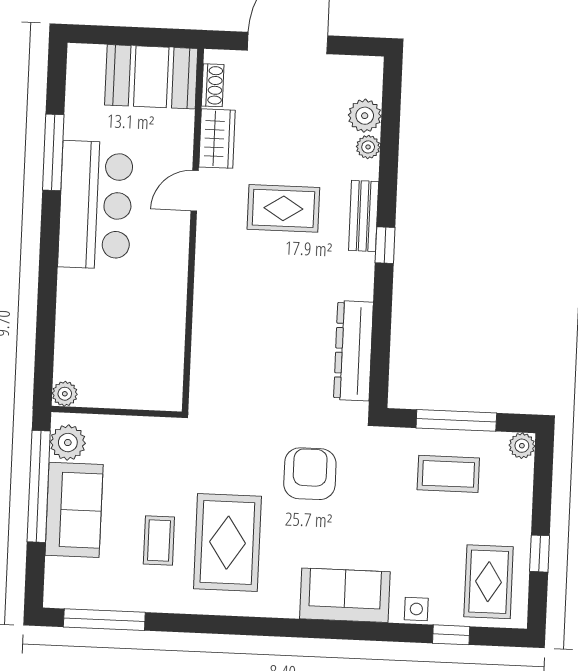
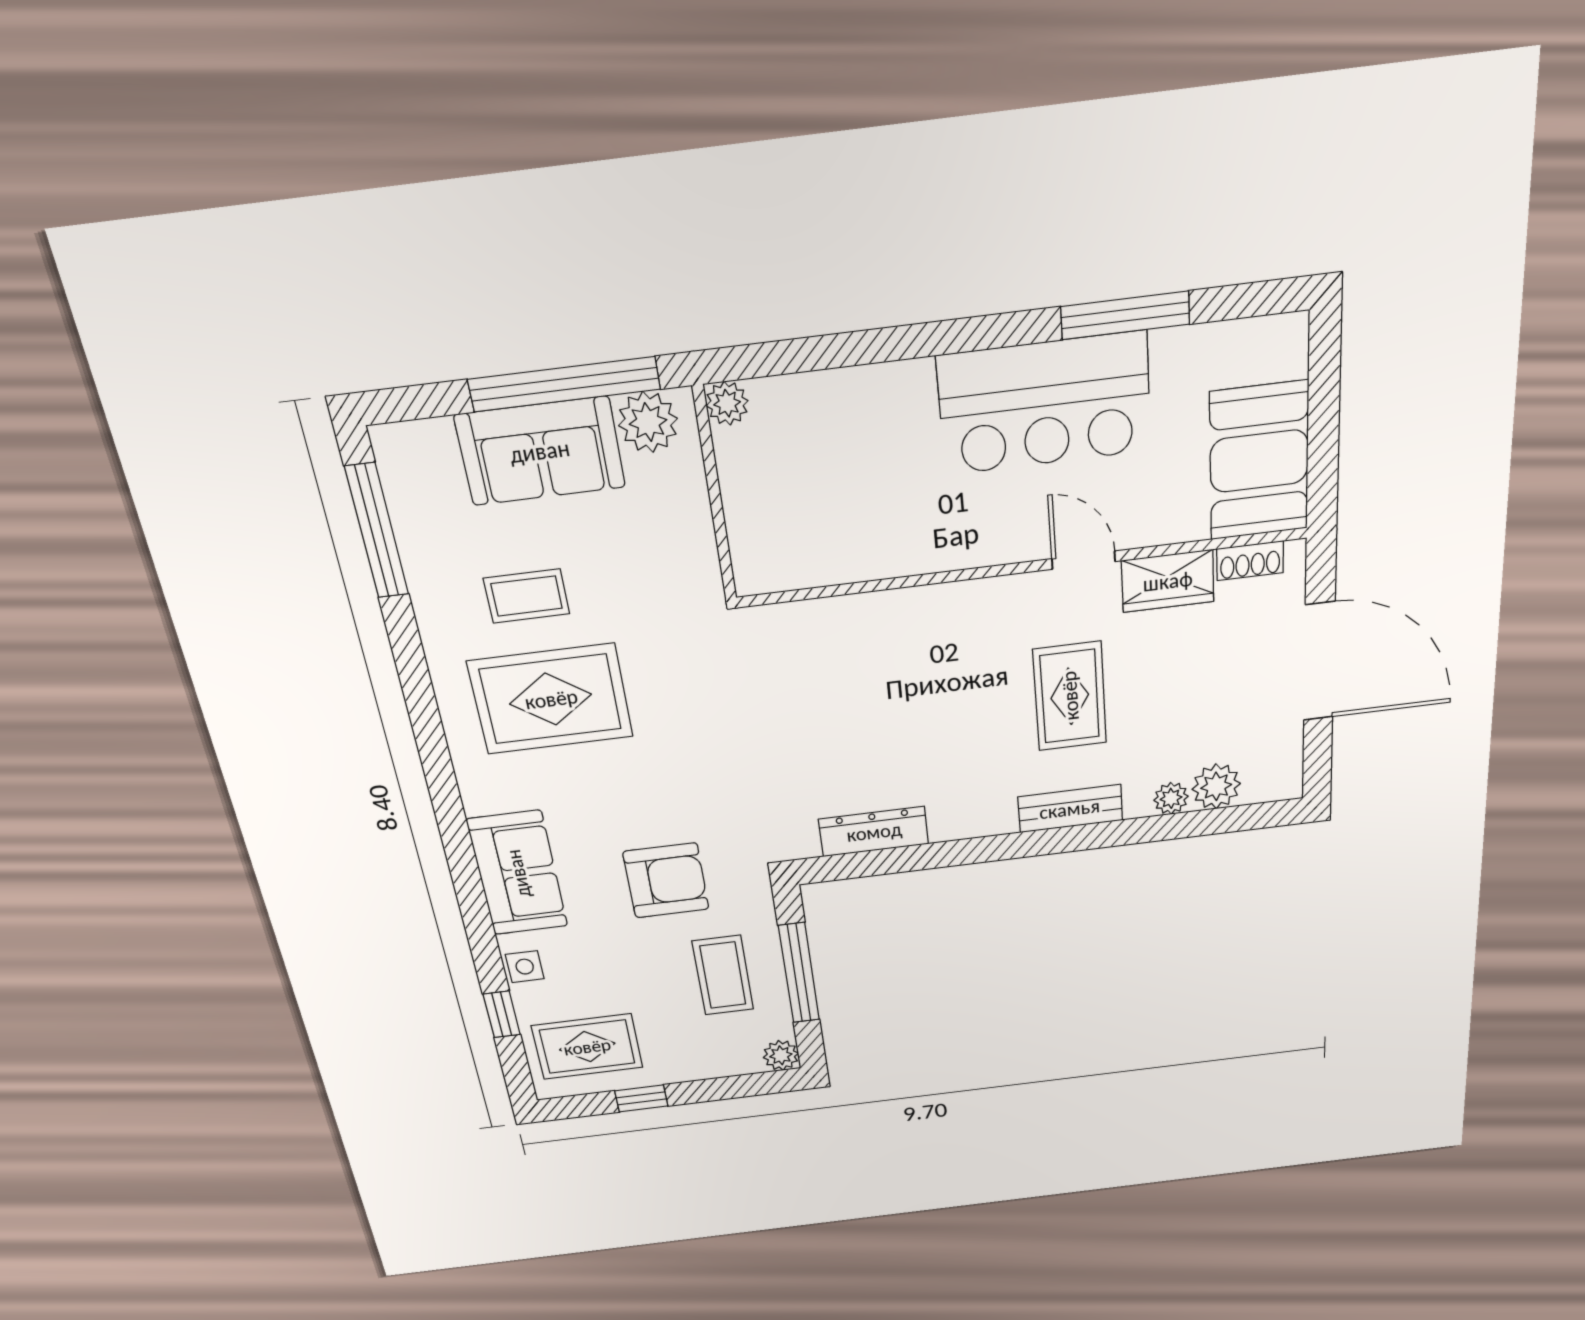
window: (385, 245) -> (1031, 844), removed
dresser: (353, 351) -> (874, 832), width x0.73, depth x0.80
armchair: (310, 474) -> (666, 880), moved

